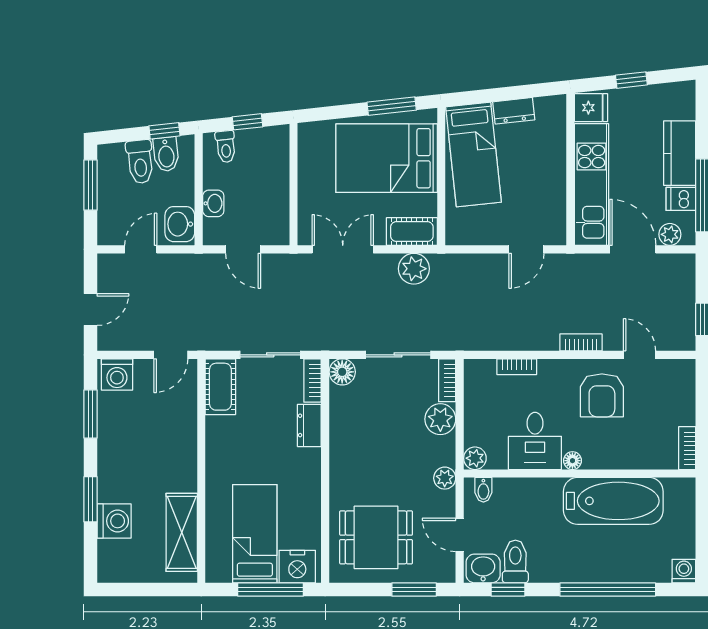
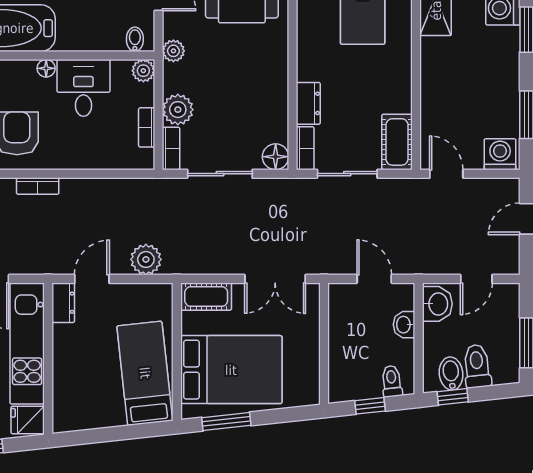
dresser: (514, 111) -> (63, 303), moved, turned 96
plant: (414, 269) -> (146, 259), moved
door: (171, 355) -> (446, 174), hinge flipped
bookcase: (517, 367) -> (147, 127), moved, turned -90

